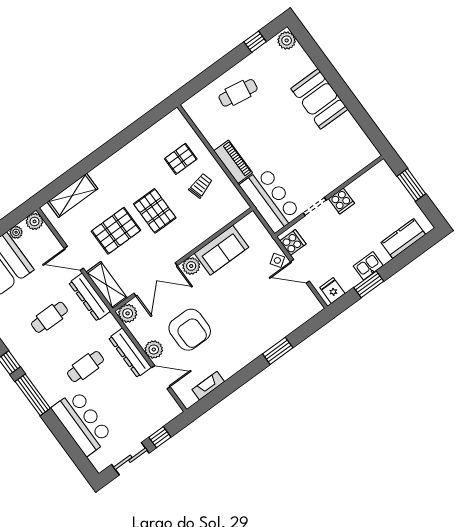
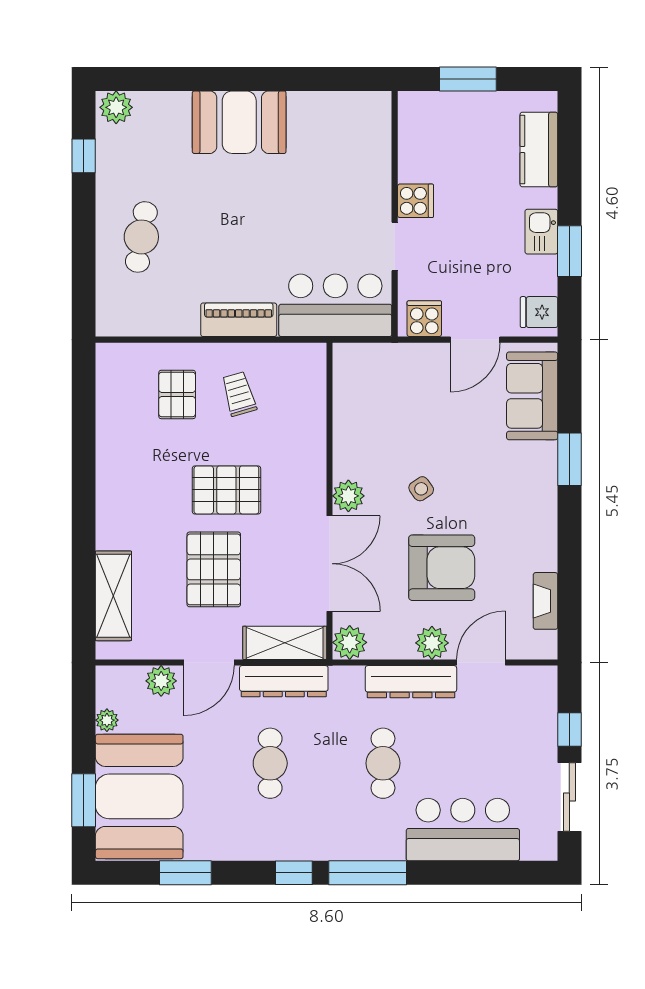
plant: (35, 221) -> (161, 681), moved
sofa: (221, 250) -> (532, 396), moved, turned 180
side table: (277, 260) -> (421, 489), moved

